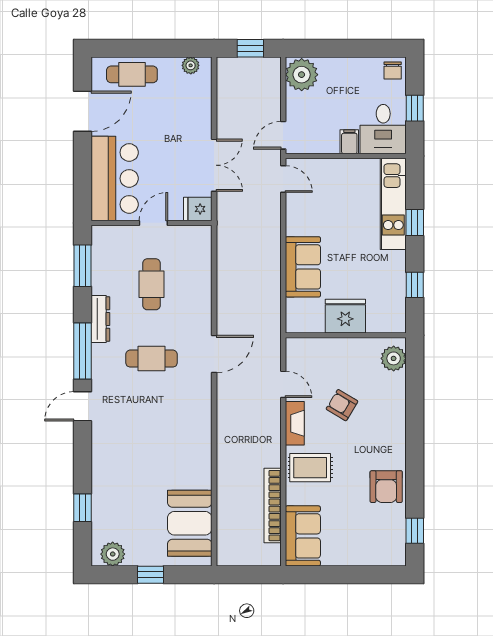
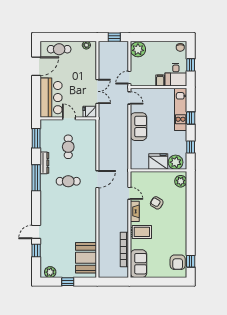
door: (153, 223) -> (69, 118), hinge flipped
sofa: (303, 267) -> (139, 127), moved
plant: (383, 317) -> (176, 162), added
door: (82, 406) -> (36, 232), moved
armchair: (386, 487) -> (178, 262), moved

